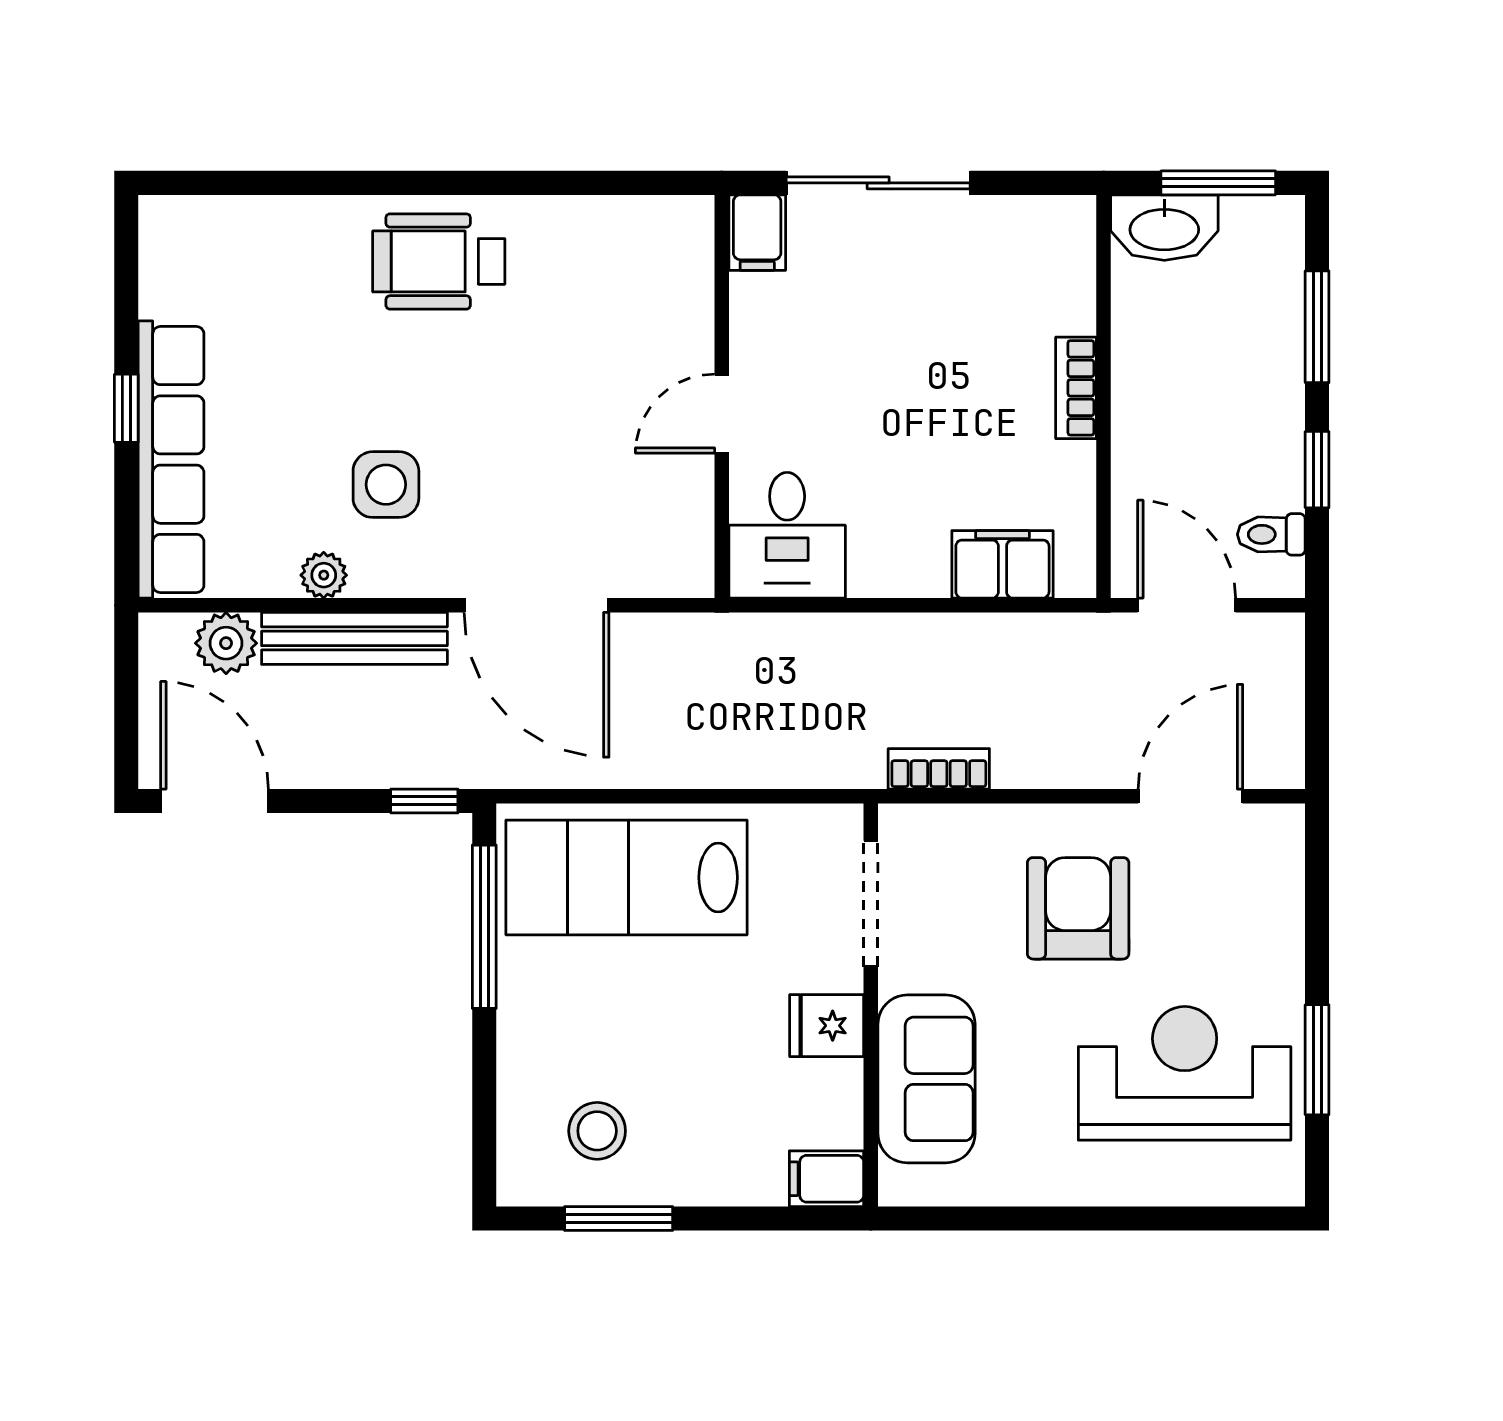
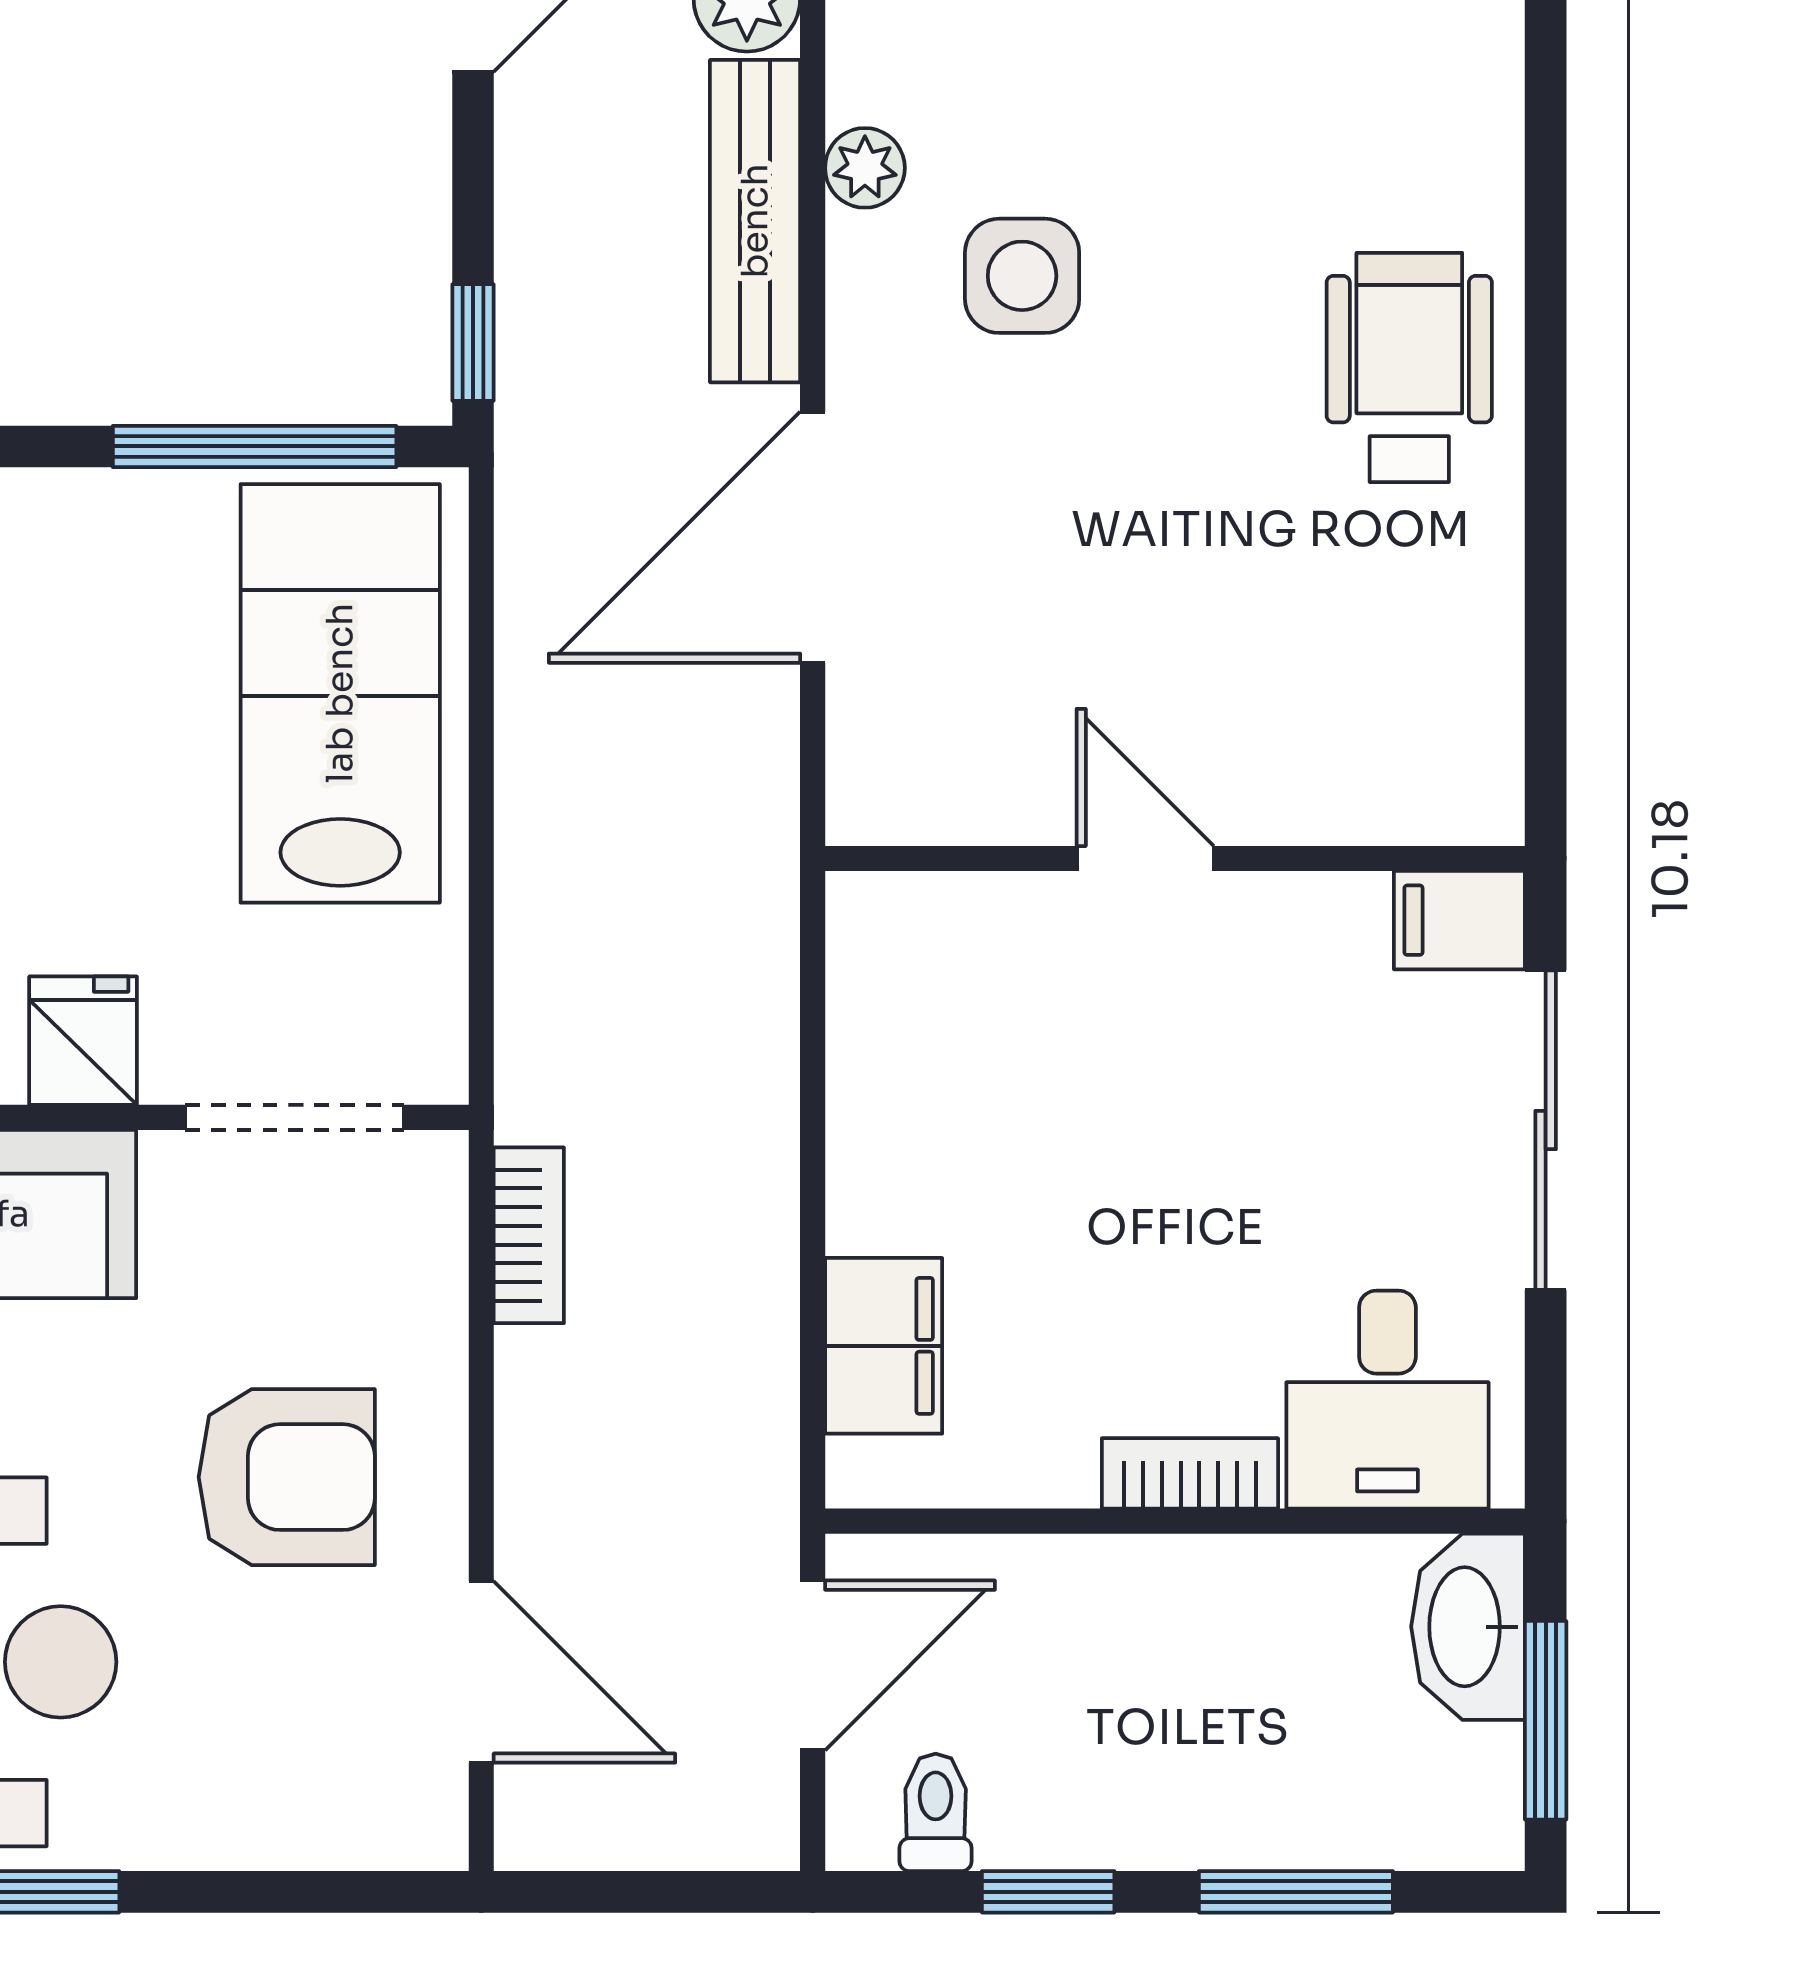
desk: (787, 535) -> (1387, 1400), moved, turned -90

